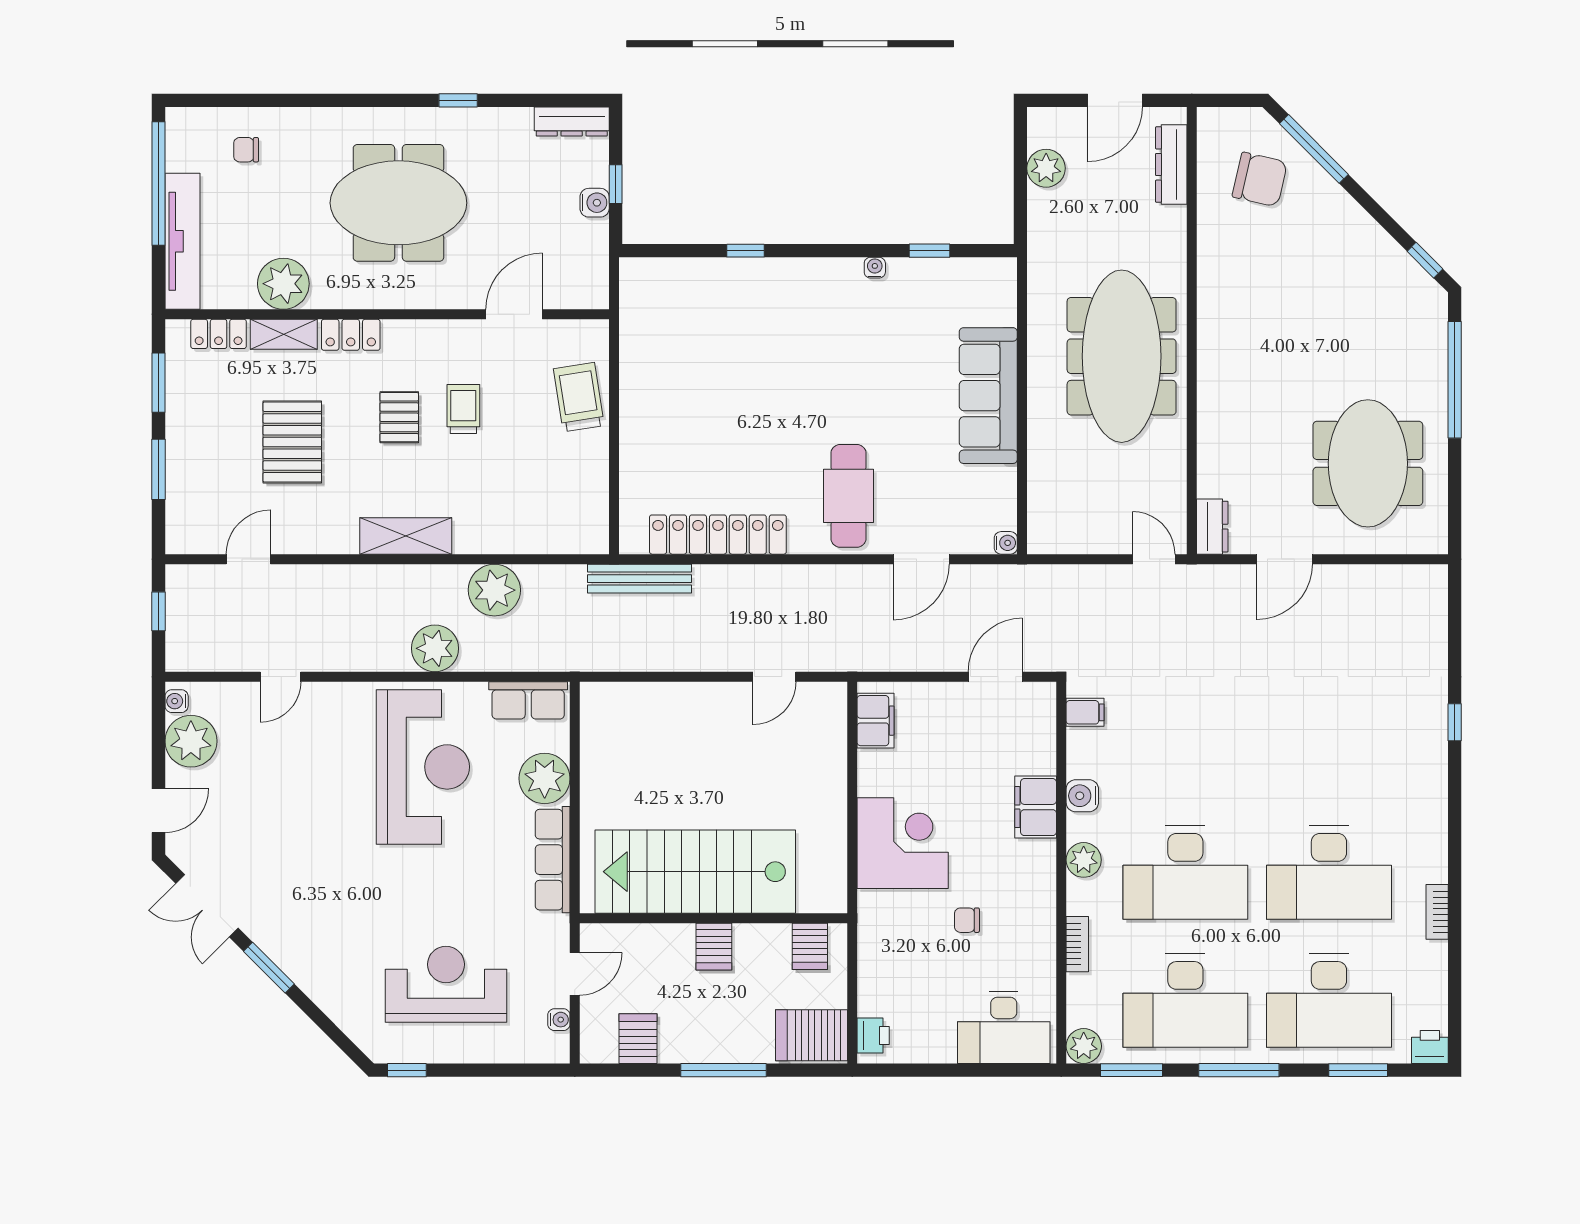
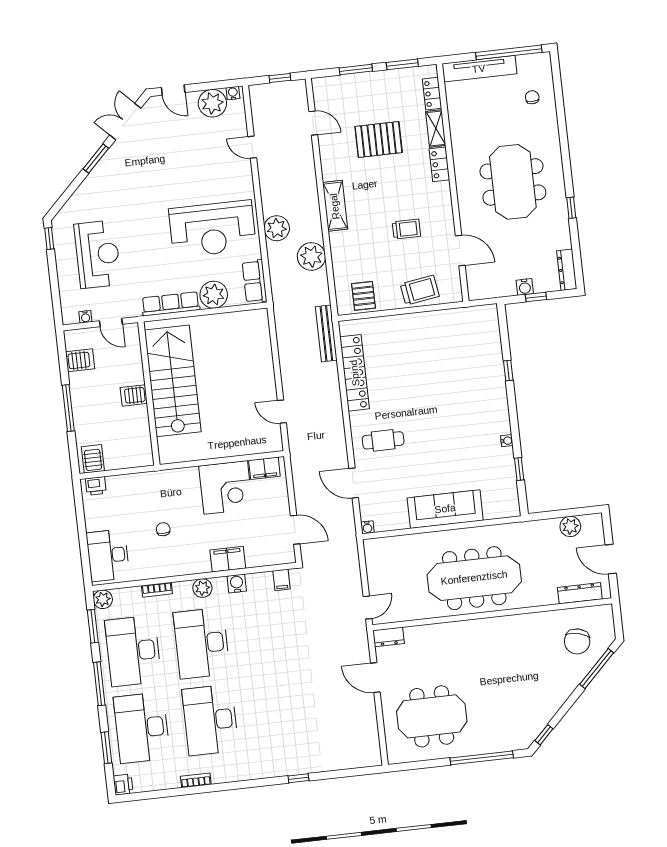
plant: (283, 284) -> (463, 125), removed
pallet: (399, 417) -> (363, 296), moved, turned 90
cafe table: (848, 496) -> (383, 440), width x0.73, depth x0.74
corner desk: (903, 843) -> (226, 487), moved
server rack: (810, 946) -> (140, 447), removed
server rack: (812, 1035) -> (93, 459), width x0.73, depth x0.70

